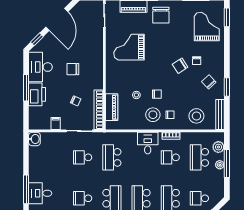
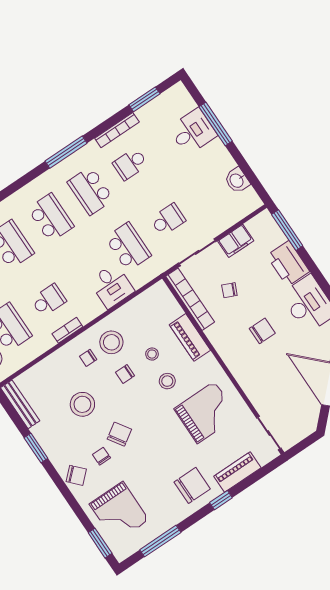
chair: (161, 15) -> (192, 485), turned 90
stool: (138, 76) -> (167, 381), added
chair: (209, 82) -> (76, 475), moved
window: (26, 88) -> (287, 230), moved
piano: (112, 107) -> (190, 337), moved
stool: (196, 116) -> (82, 404), moved
filing cabinet: (56, 124) -> (236, 241), width x2.00
washbasin: (34, 139) -> (237, 180), moved
desk: (148, 143) -> (112, 286), moved
school desk: (83, 198) -> (130, 164), turned 180

